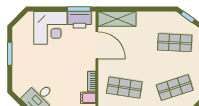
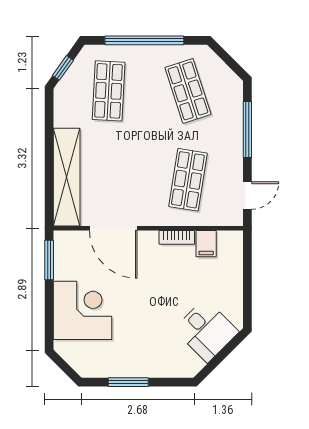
shelving: (117, 19) -> (67, 177), width x1.47
printer: (79, 20) -> (68, 259), removed
door: (97, 45) -> (113, 228), swing flipped

